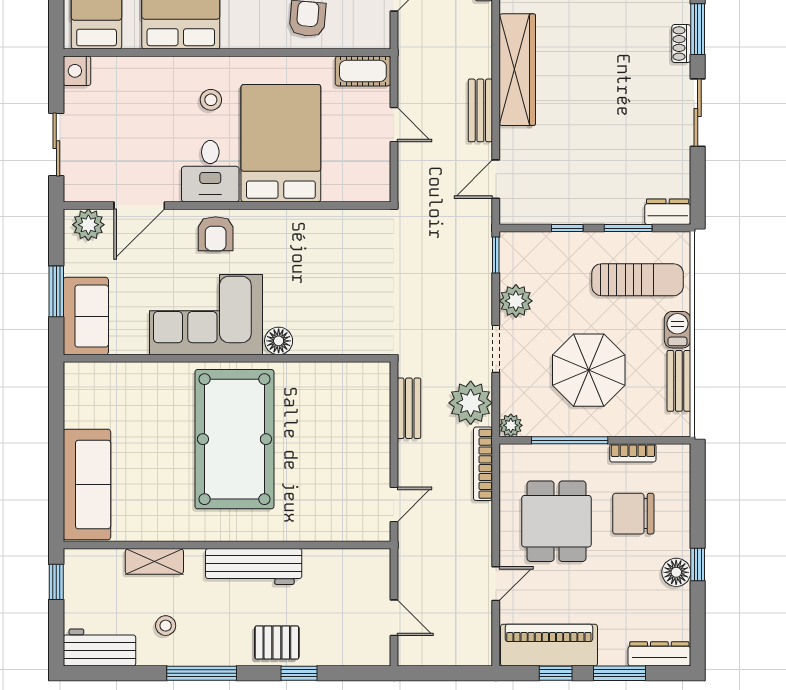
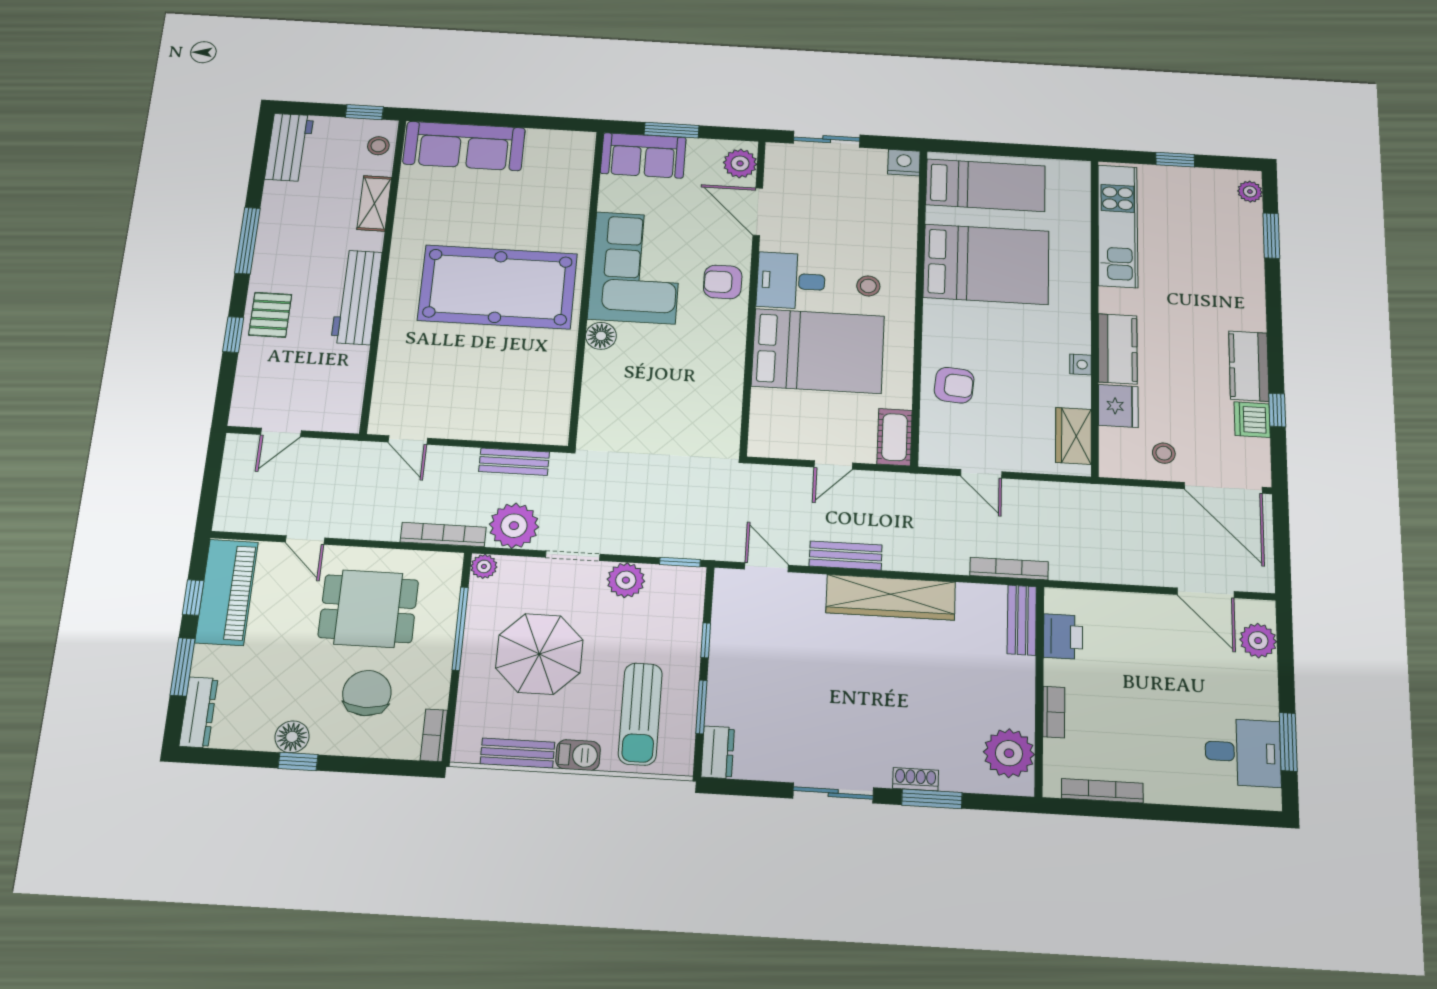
bookcase: (633, 453) -> (434, 735), moved
stool: (166, 626) -> (378, 146), moved

